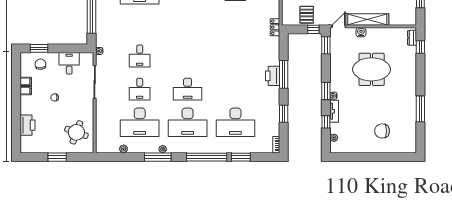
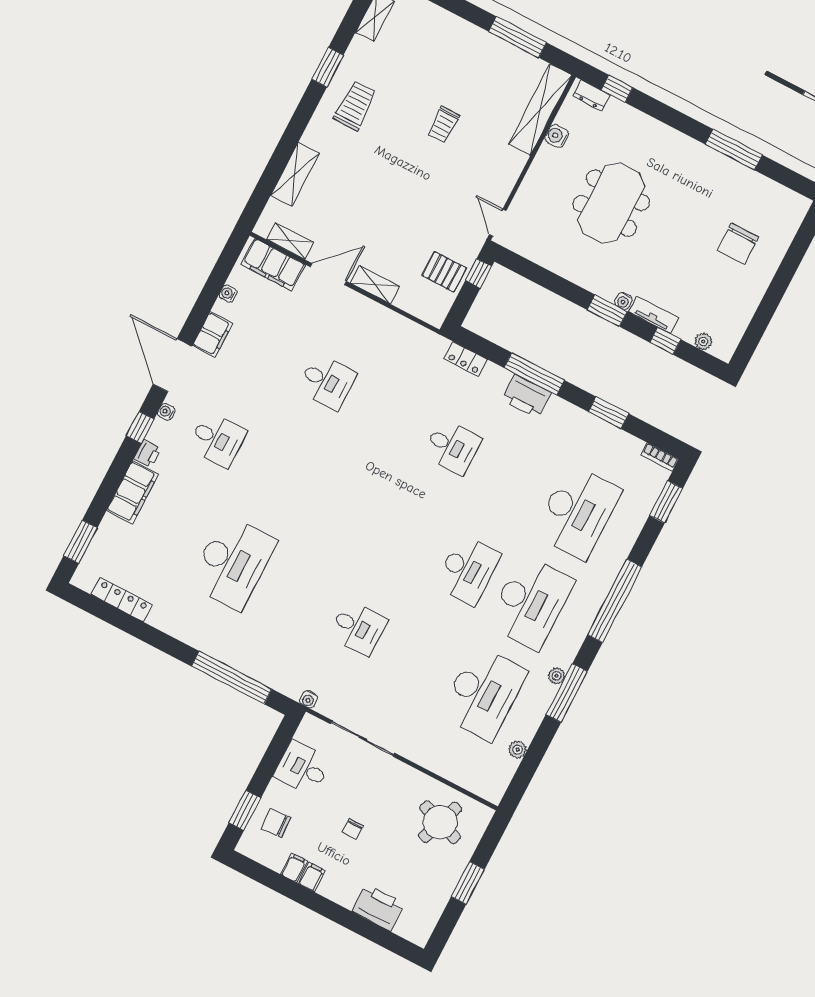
shelving: (367, 19) -> (540, 110), moved
locker: (275, 27) -> (466, 359), moved
water cooler: (361, 32) -> (557, 136), moved
window: (326, 45) -> (521, 266), removed
desk: (140, 89) -> (452, 447), moved
window: (241, 157) -> (666, 502), moved

